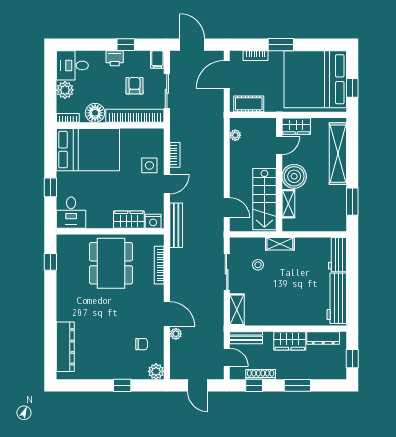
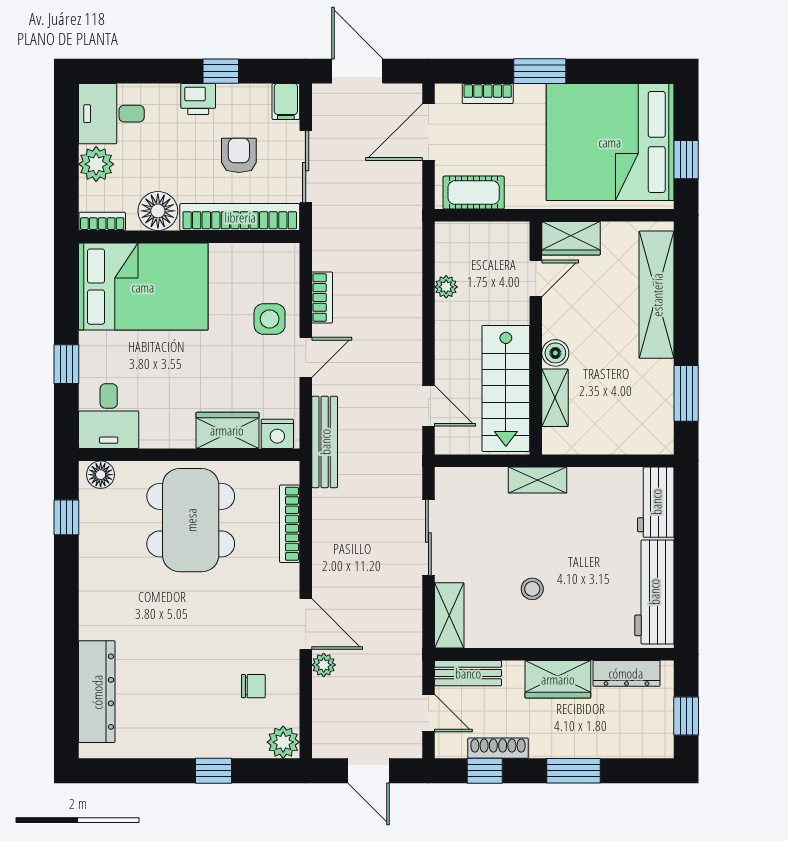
plant: (235, 135) -> (446, 287), moved
boiler: (294, 176) -> (555, 353), width x0.54, depth x0.54
floor lamp: (67, 241) -> (101, 475), added
stool: (258, 265) -> (532, 589), moved

